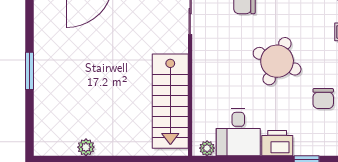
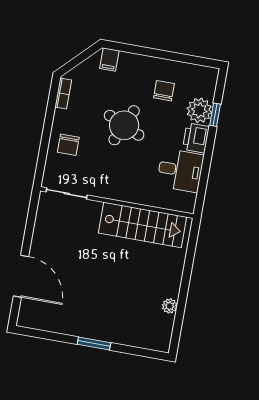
chair: (323, 99) -> (164, 91), turned -90
plant: (207, 148) -> (199, 110), moved, width x1.88, depth x1.88

